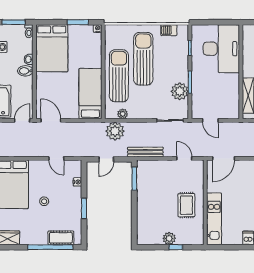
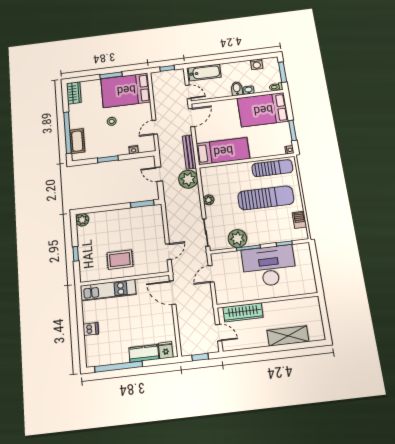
desk: (221, 49) -> (269, 266), moved, turned 180
sun lounger: (119, 76) -> (272, 168), moved, width x0.73, depth x0.75
plant: (123, 114) -> (209, 200), moved
bench: (145, 152) -> (189, 152), moved
plant: (169, 238) -> (82, 220), moved

